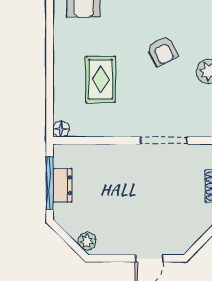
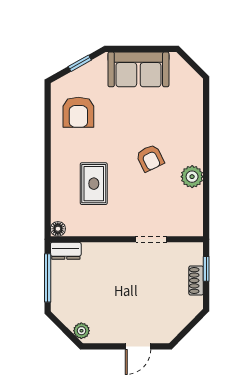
doorway: (164, 140) -> (151, 239), width x0.73
dresser: (62, 185) -> (66, 251), moved, turned 90

